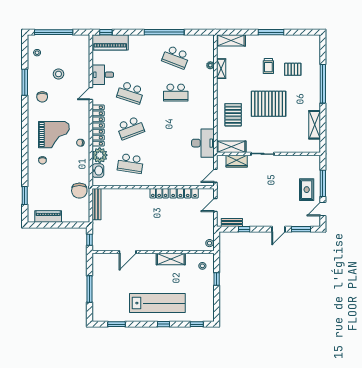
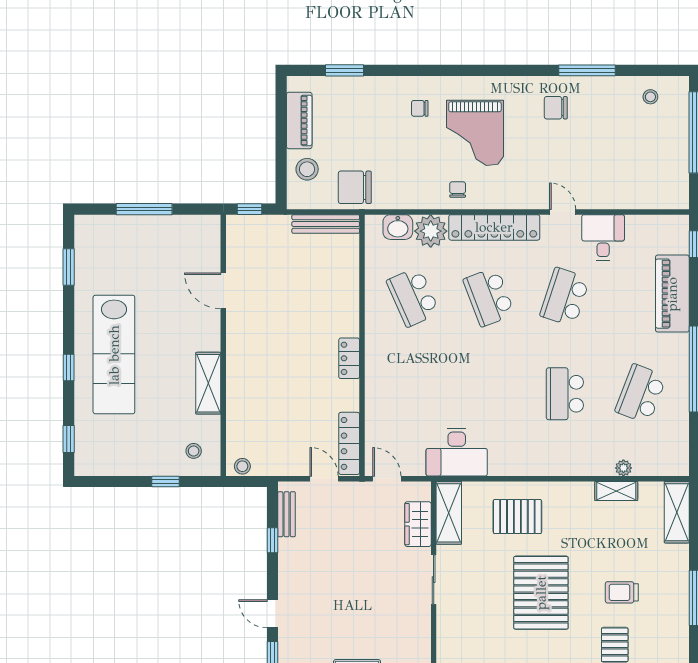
piano: (110, 42) -> (672, 294), moved
stool: (58, 74) -> (307, 169), moved
school desk: (130, 163) -> (413, 297), turned -33
locker: (184, 193) -> (349, 443), moved

